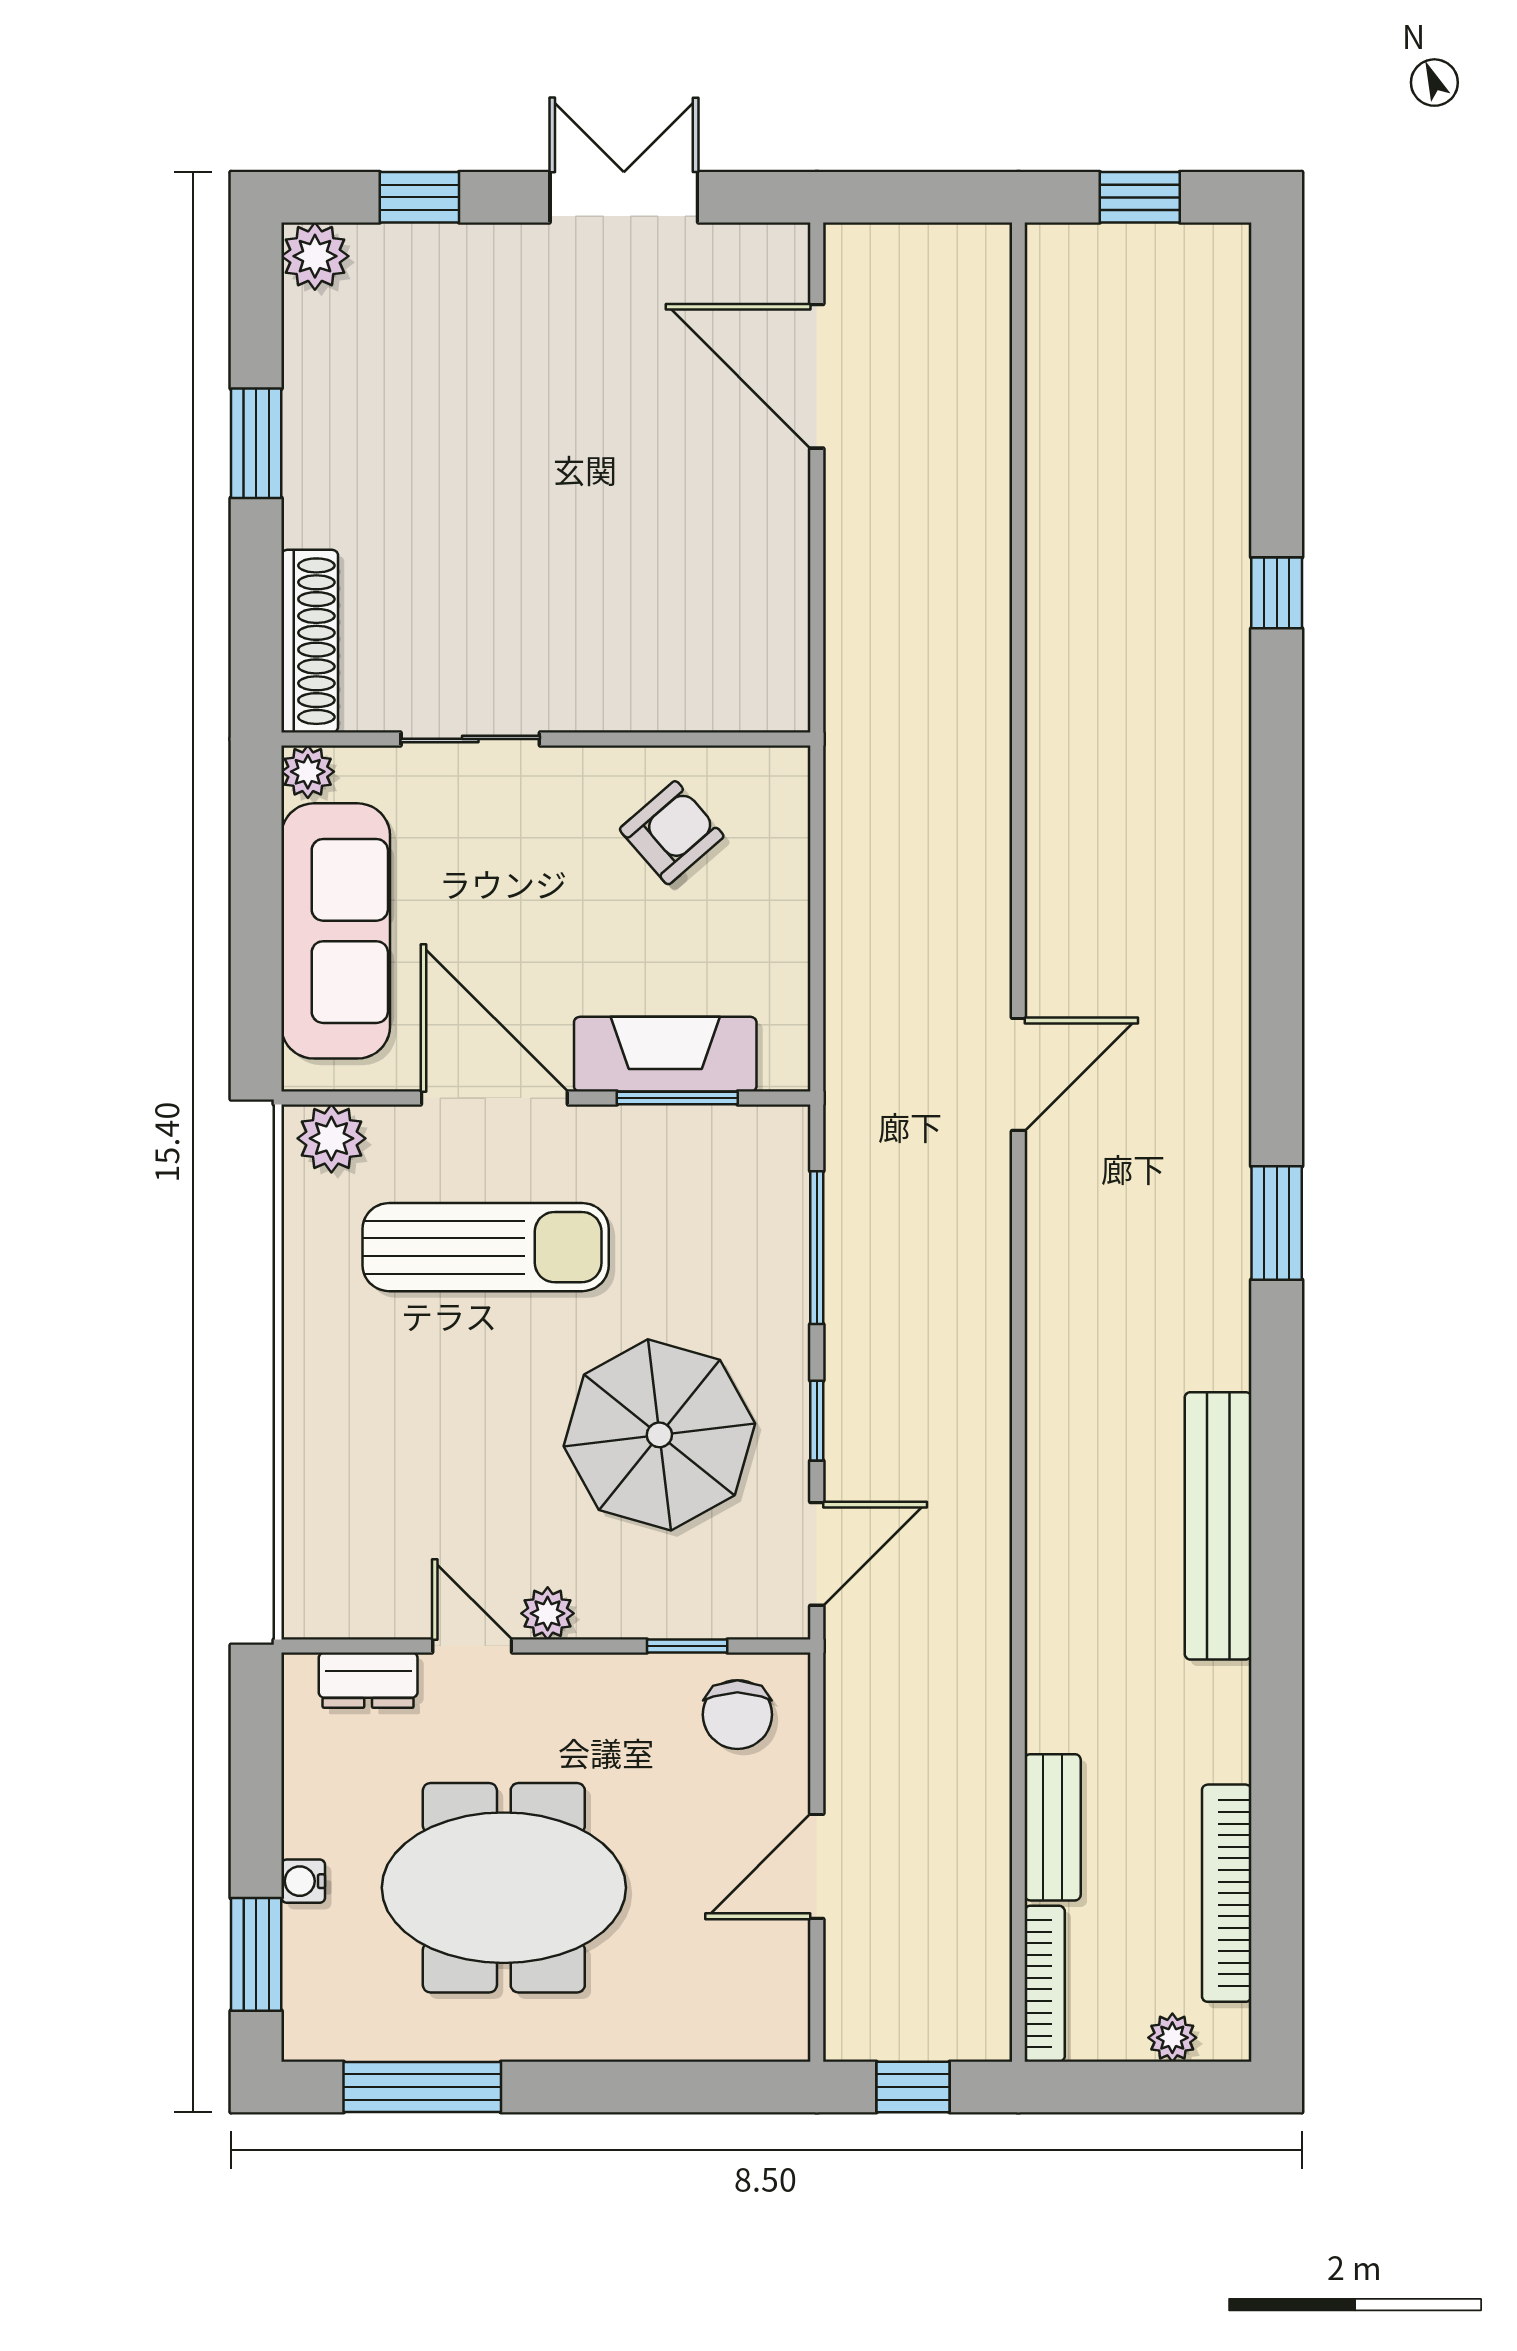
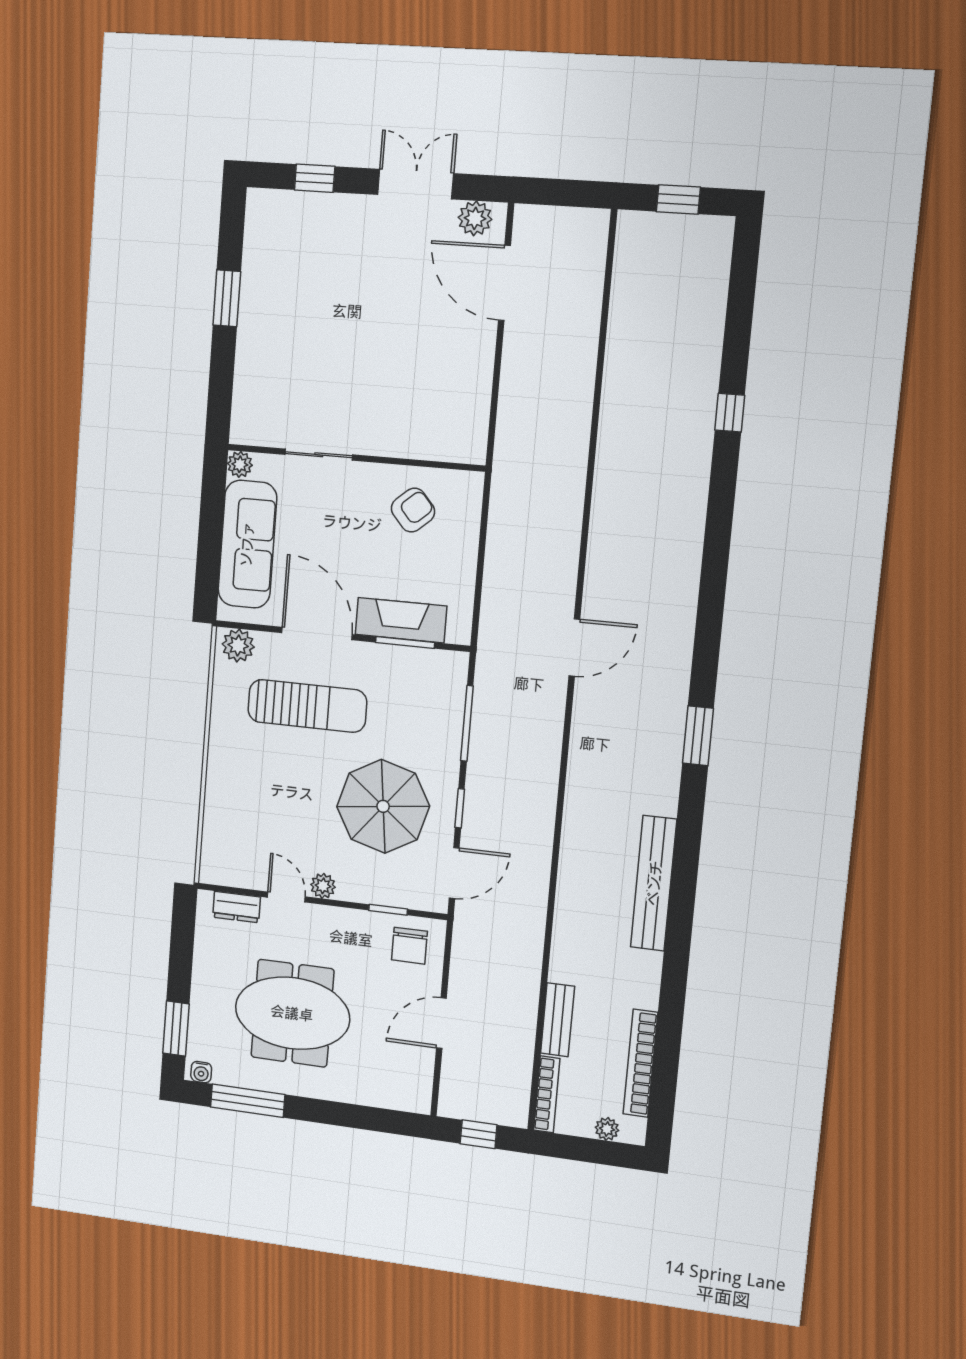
plant: (315, 256) -> (475, 218), moved
shoe rack: (310, 641) -> (245, 400), removed
water cooler: (303, 1881) -> (201, 1072), moved, turned -90

